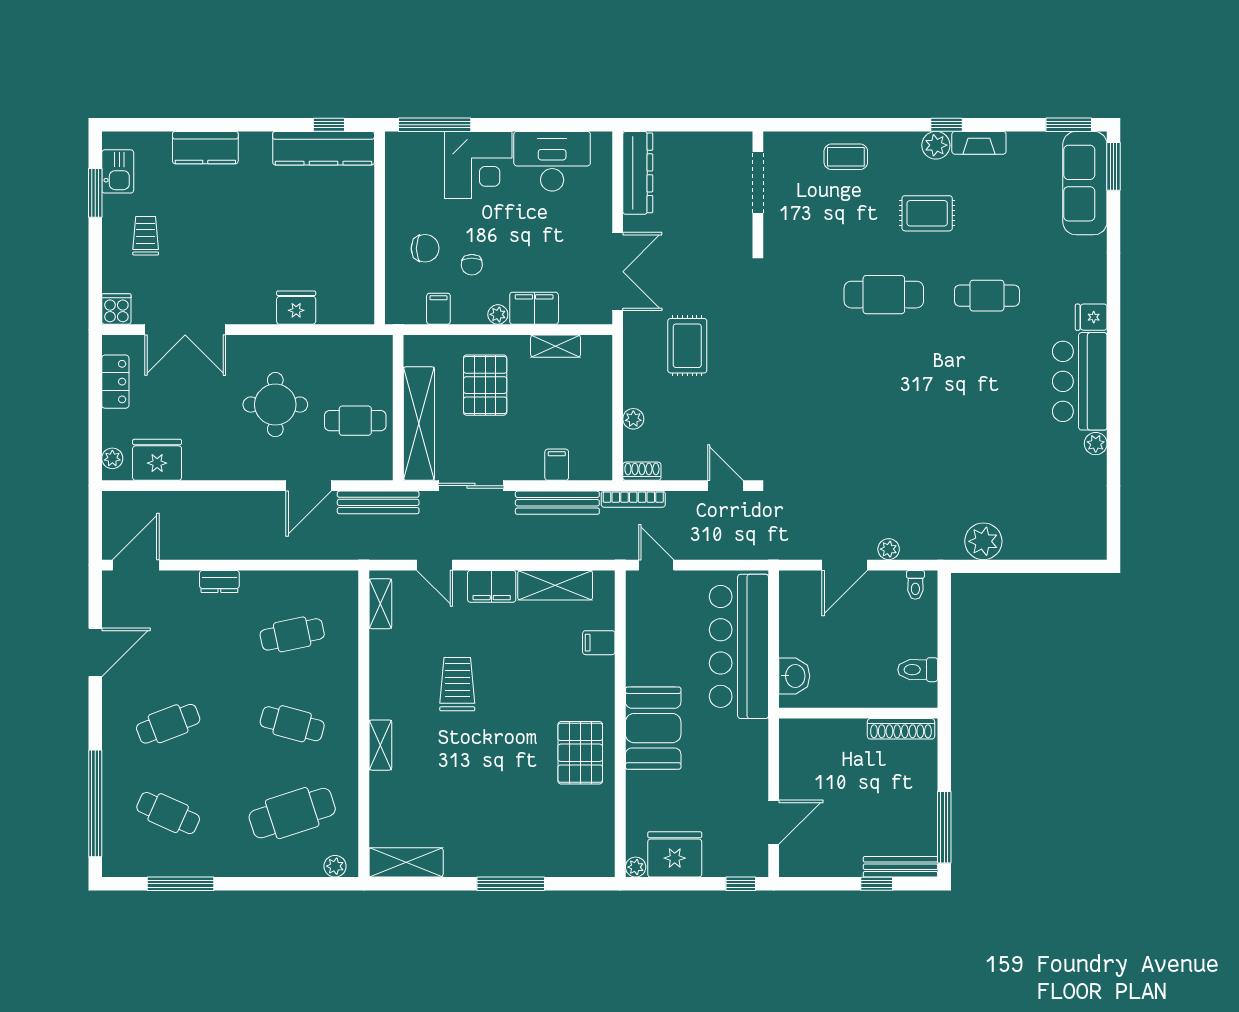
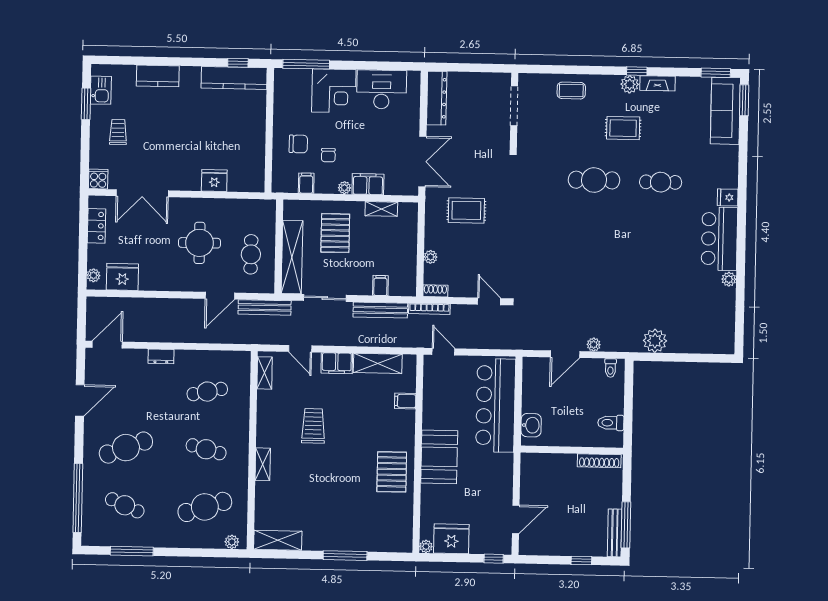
rug: (687, 346) -> (466, 210), turned 90
cafe table: (355, 421) -> (251, 254), turned 90
cafe table: (168, 724) -> (126, 448), width x1.37, depth x1.35
bench: (900, 867) -> (615, 533), moved, turned 90

